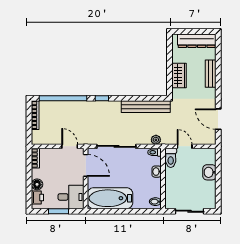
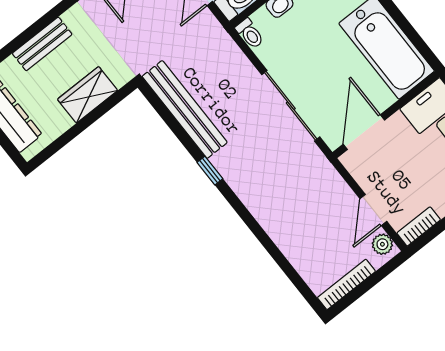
window: (63, 98) -> (281, 260), removed
window: (102, 98) -> (210, 171), moved
plant: (156, 140) -> (382, 244), moved
door: (70, 146) -> (373, 210), moved

